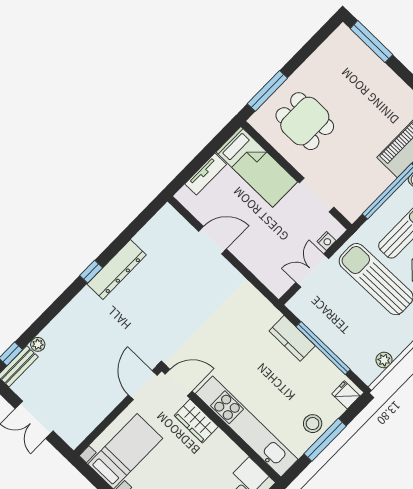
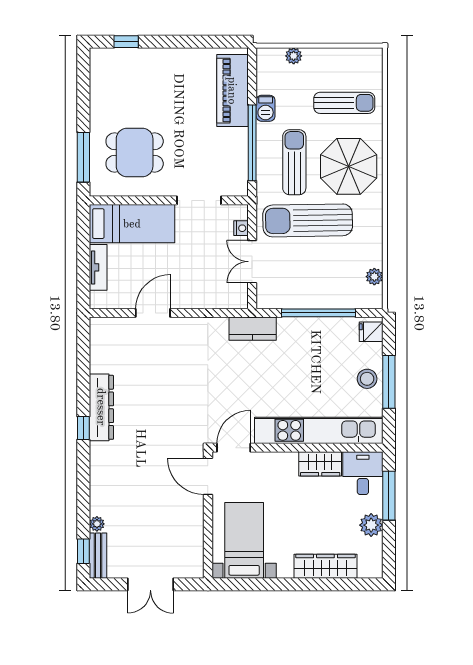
window: (371, 42) -> (126, 42), width x0.46
kitchen counter: (292, 338) -> (253, 329), moved
wardrobe: (196, 421) -> (320, 464), moved

